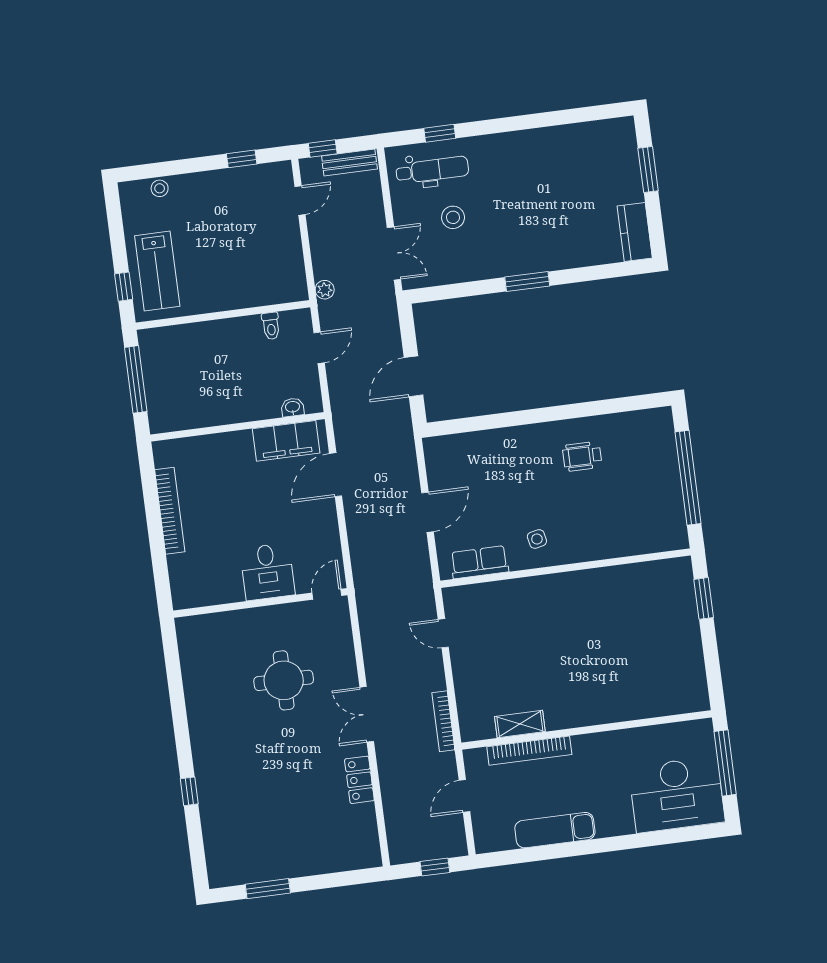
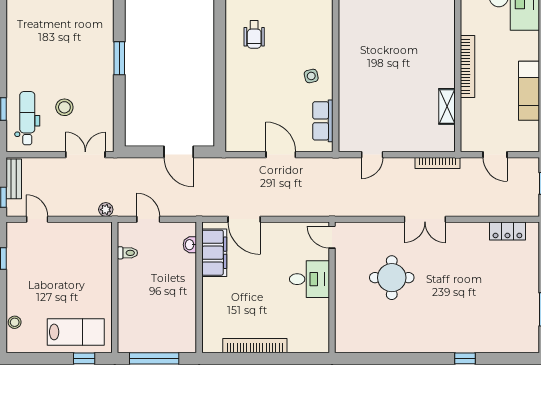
bookcase: (529, 751) -> (467, 66), moved
locker: (359, 780) -> (507, 231), moved

